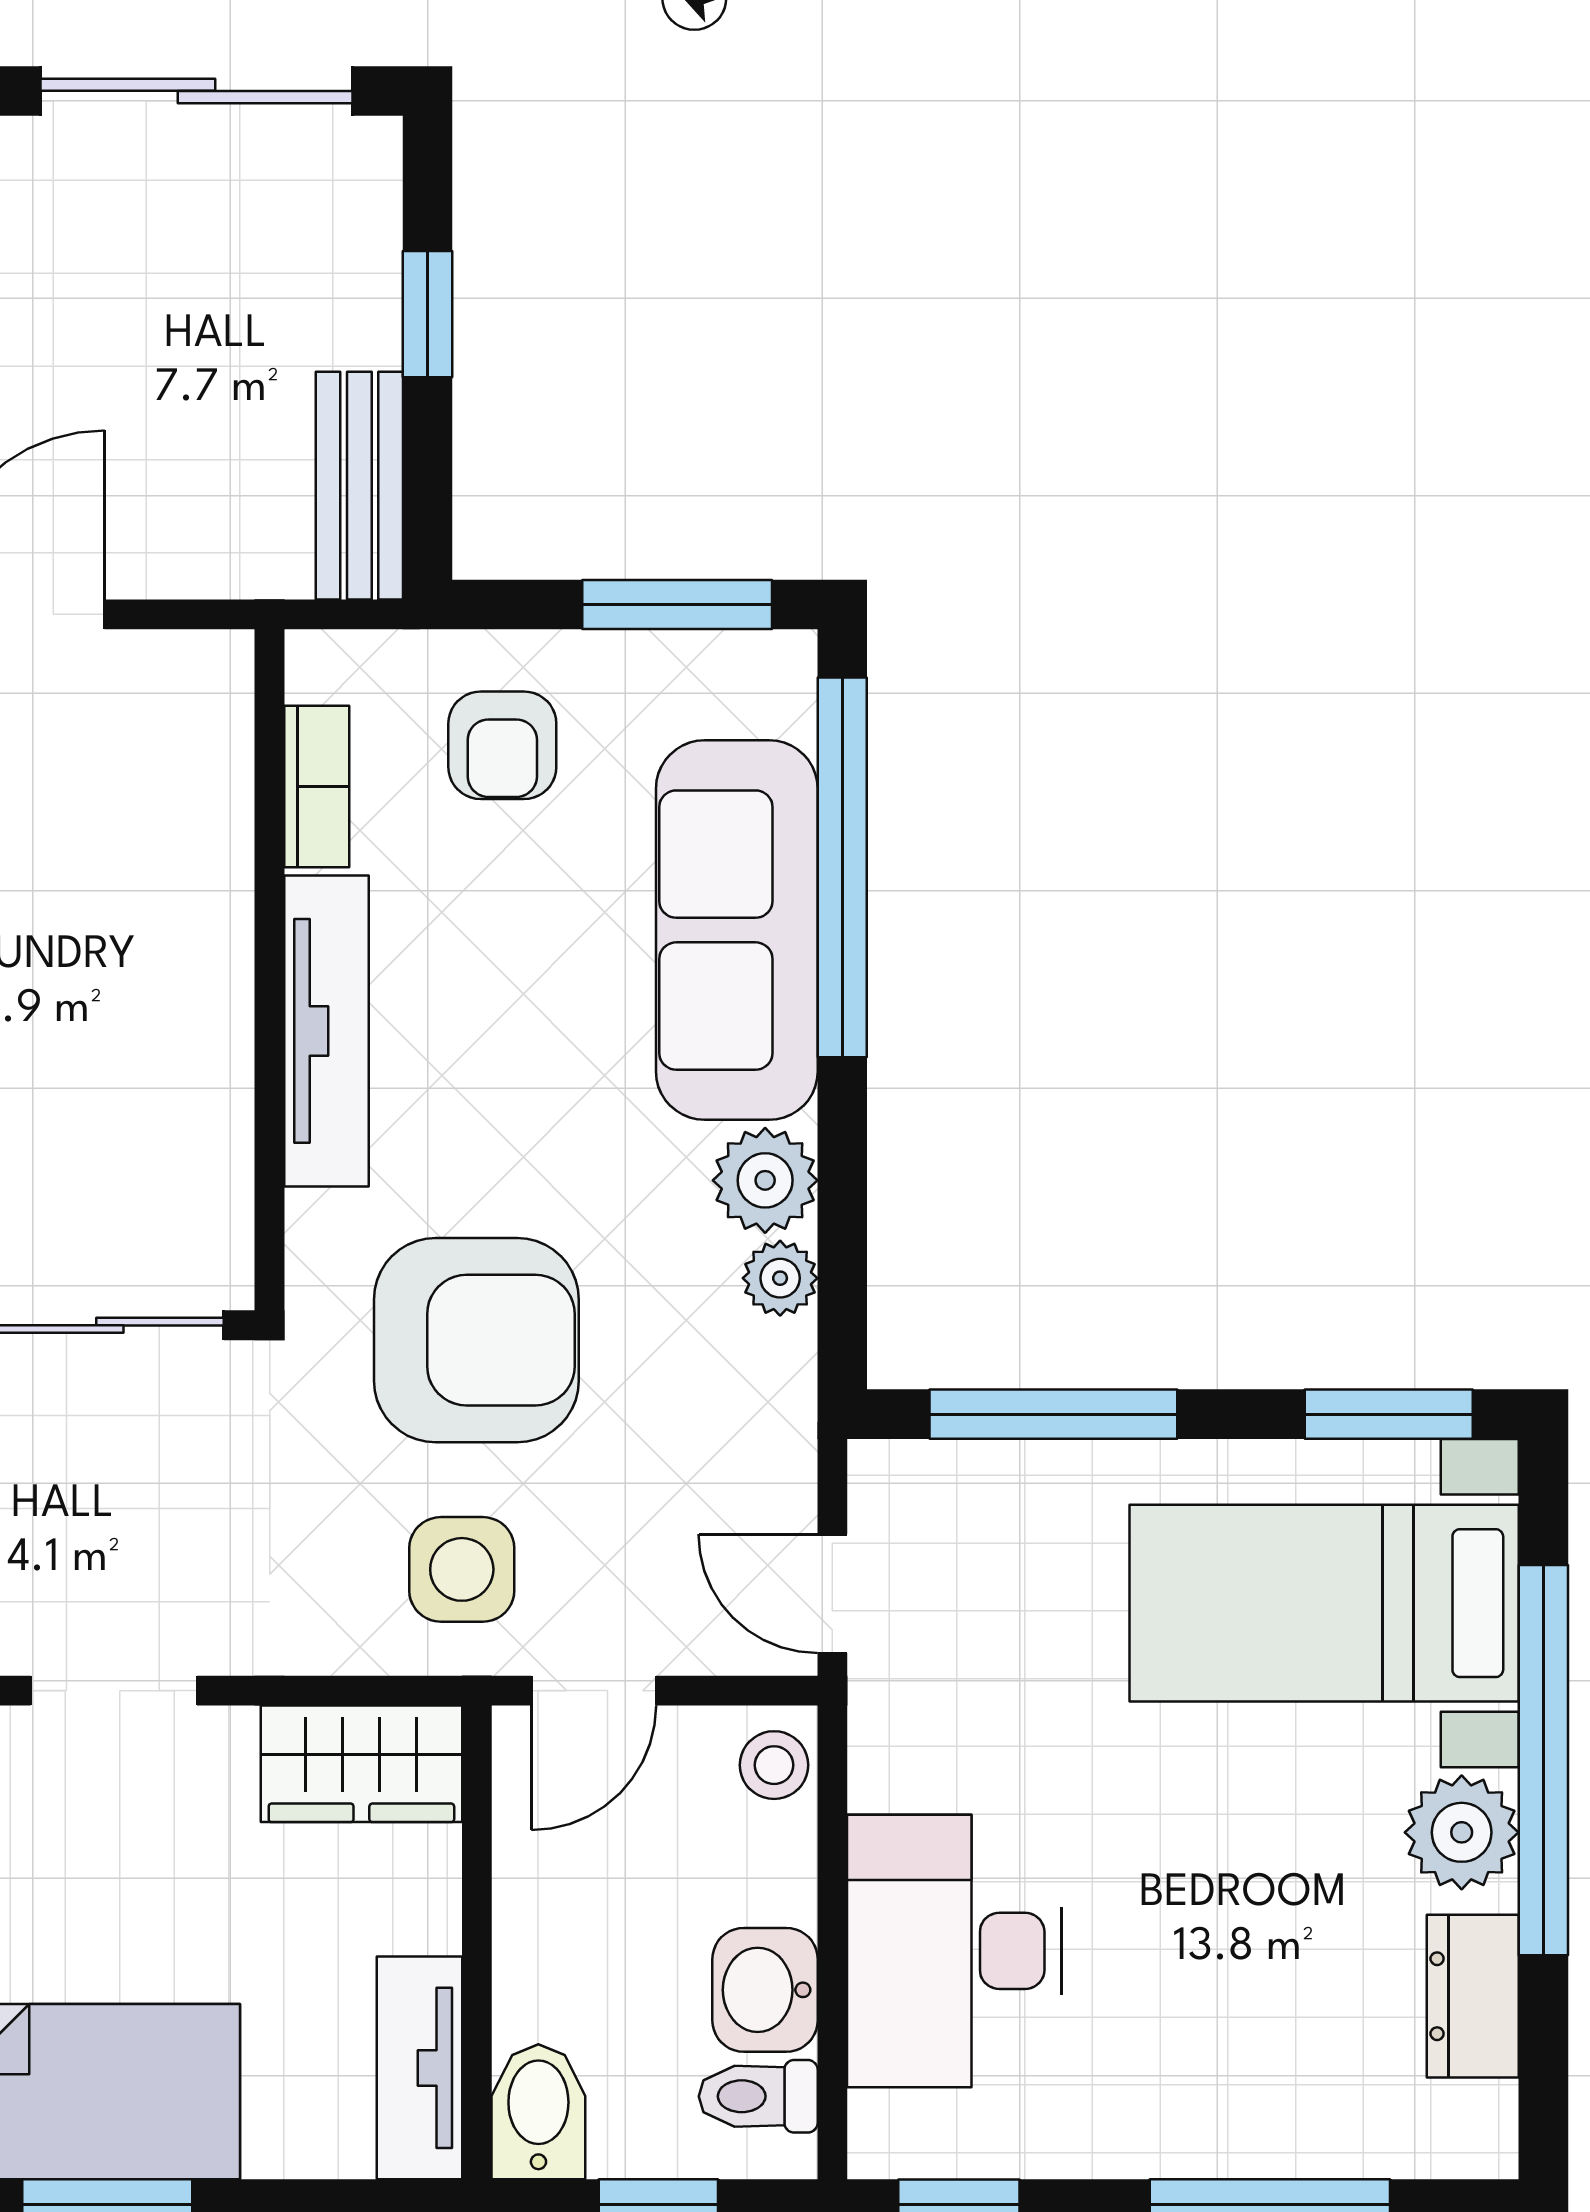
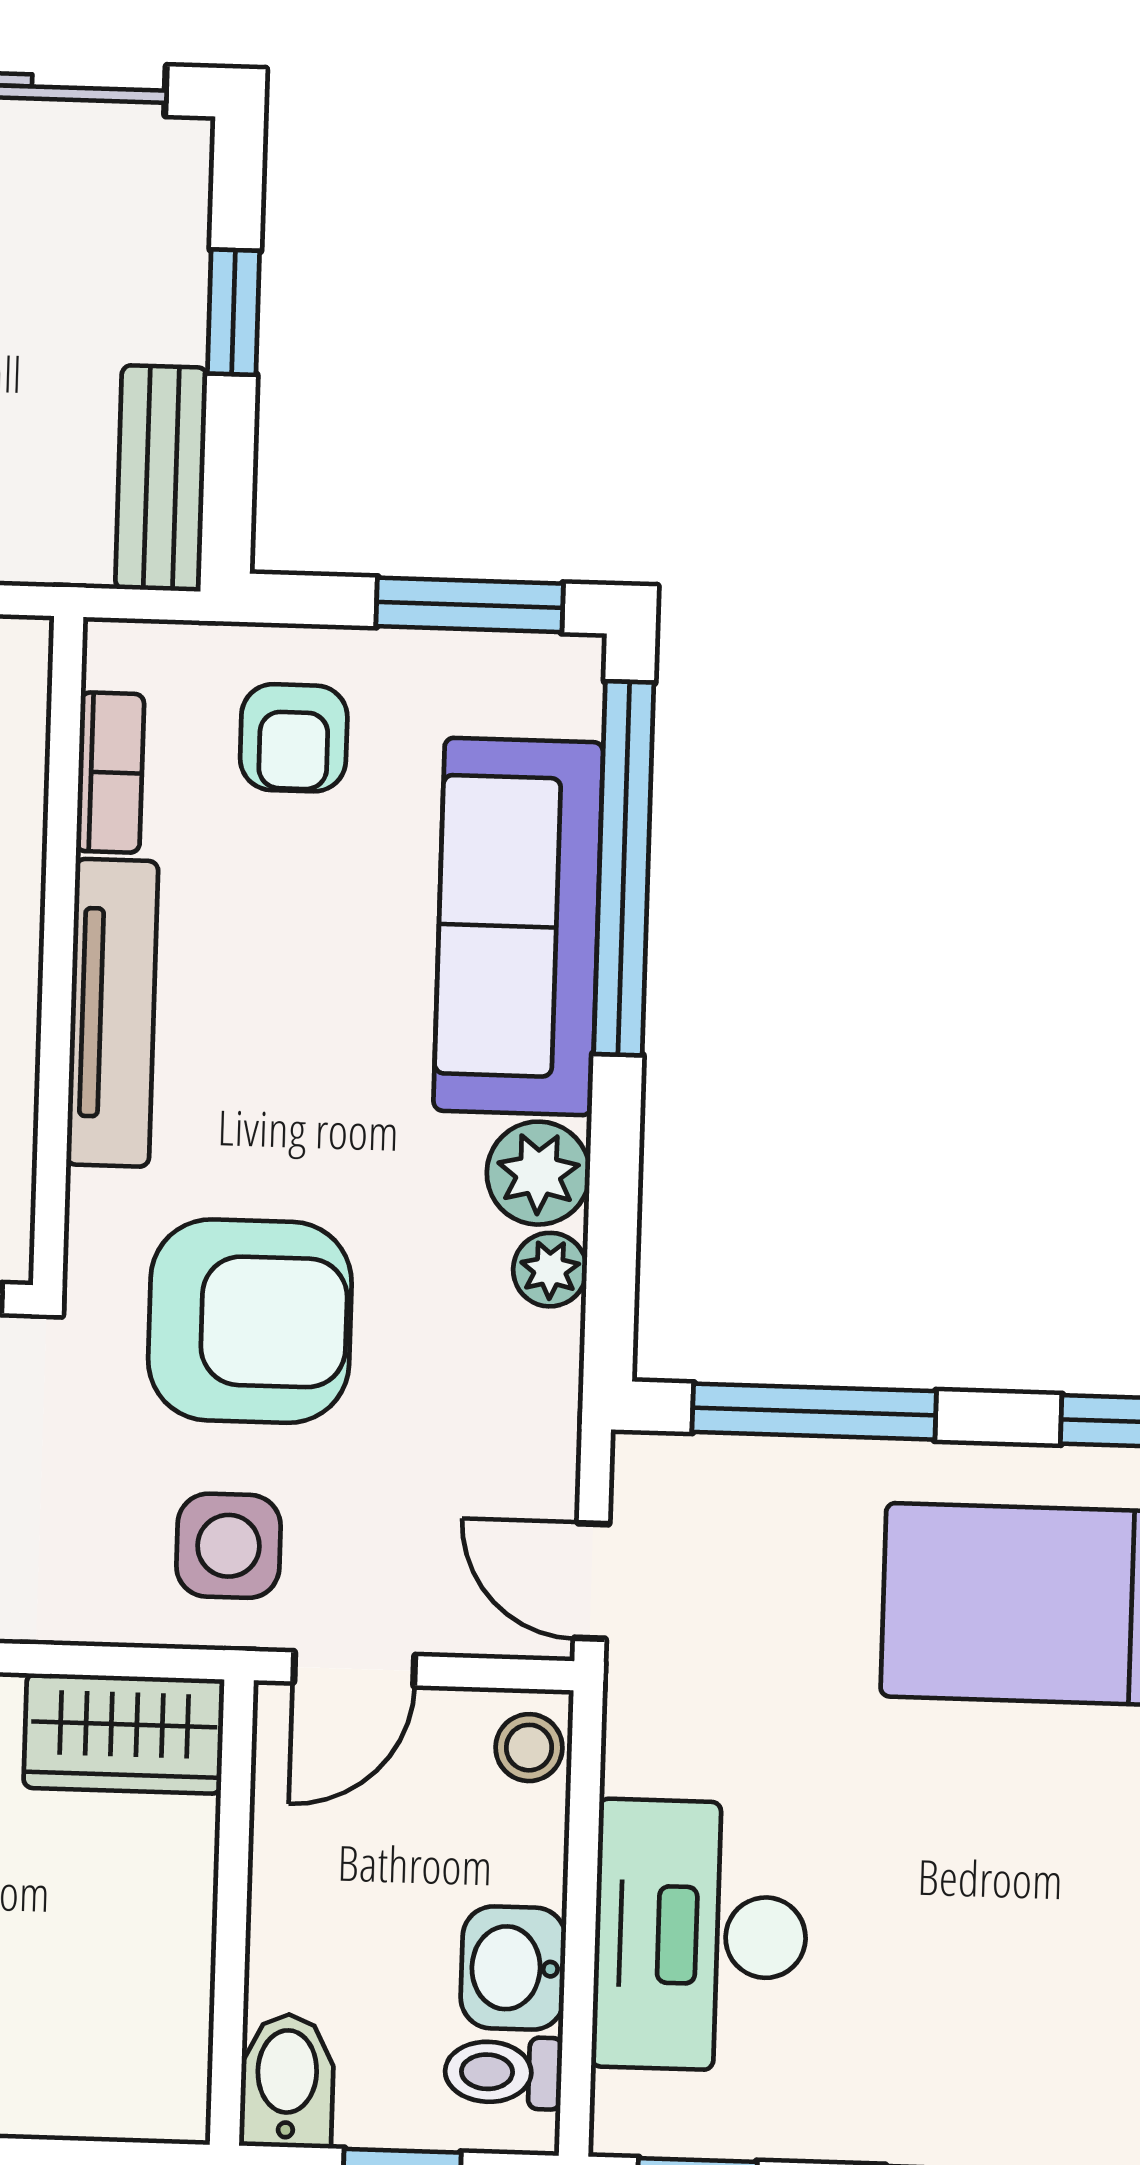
tv unit: (420, 2068) -> (172, 2034), removed

